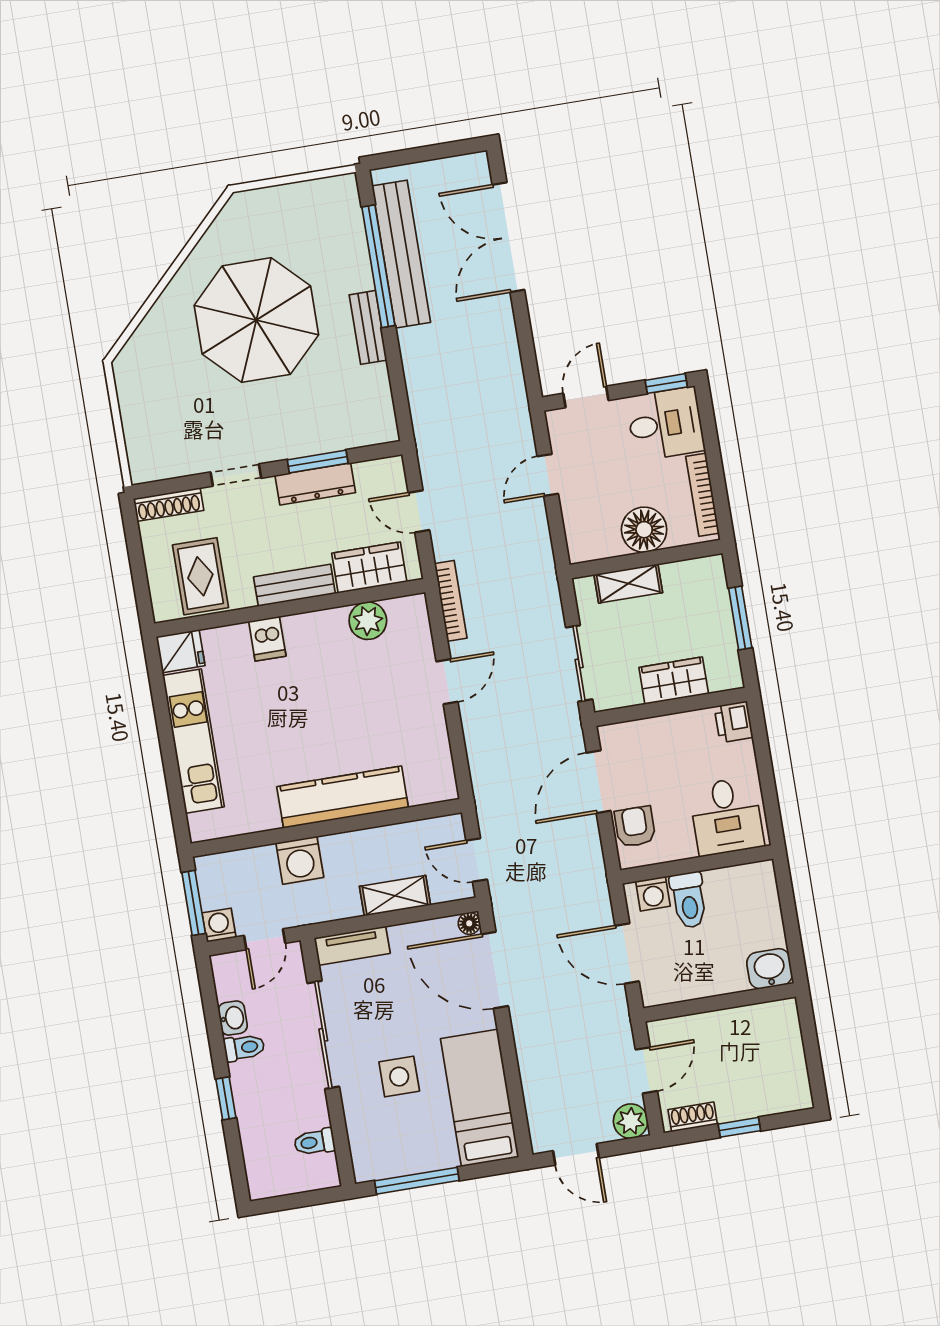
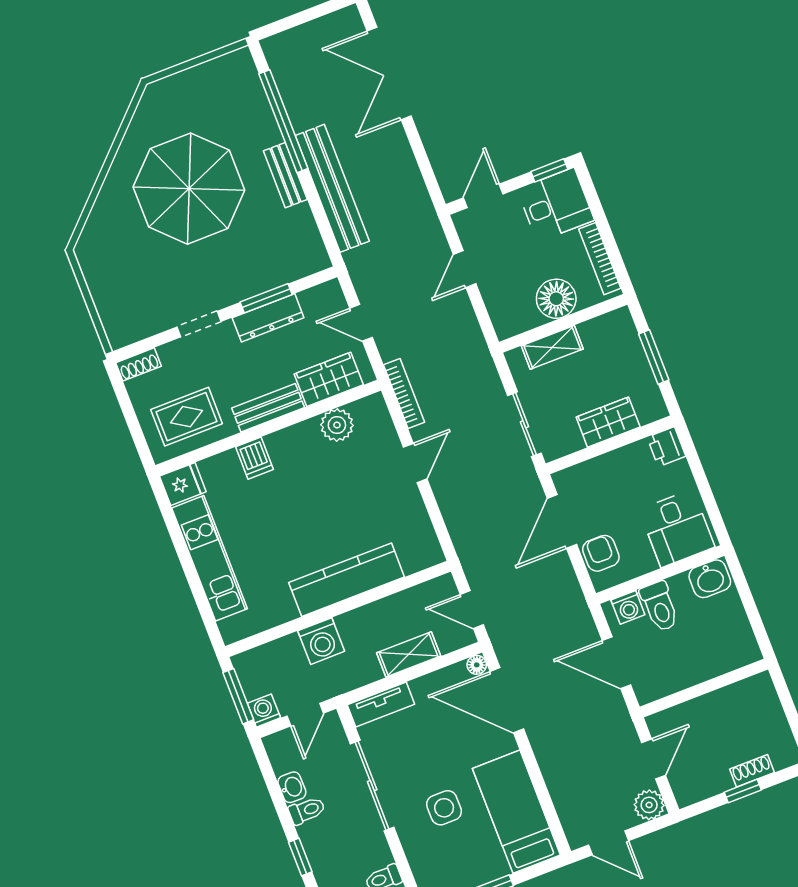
bench: (401, 254) -> (332, 188), moved
shoe rack: (169, 505) -> (138, 364), width x0.70
rug: (200, 576) -> (187, 417), turned 90
washbasin: (770, 969) -> (710, 579), moved, turned 180
shoe rack: (693, 1117) -> (752, 771), moved

